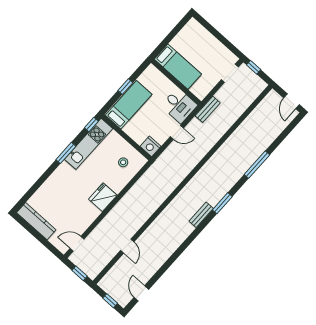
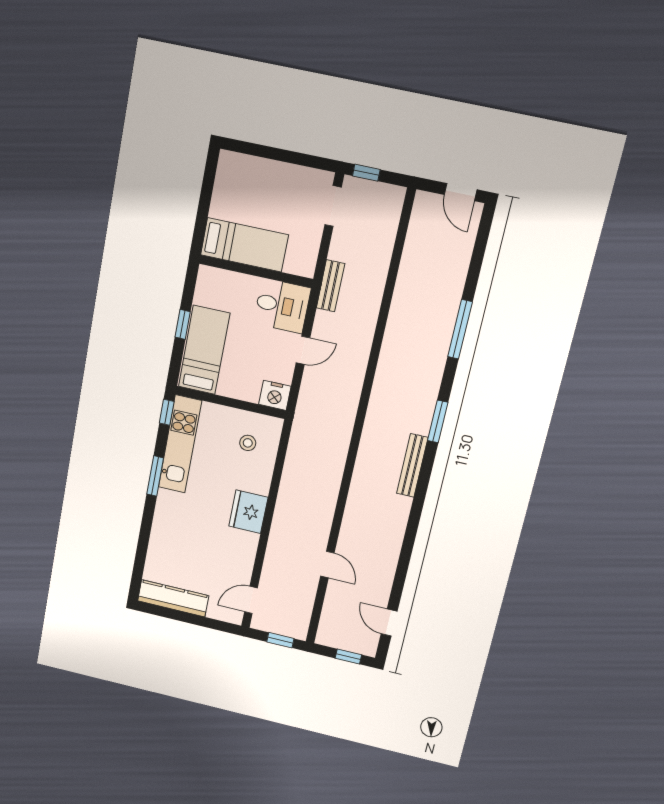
bench: (201, 215) -> (412, 465), width x1.36

